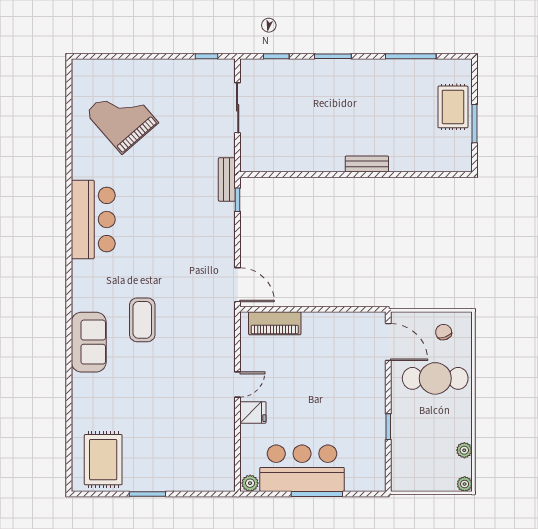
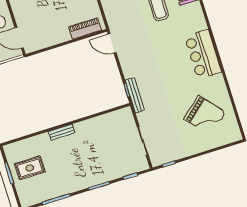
rug: (453, 107) -> (30, 168), moved, turned 90
bench: (227, 179) -> (135, 95), width x1.36

